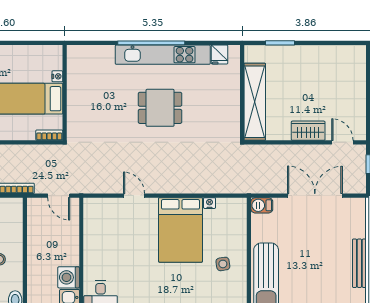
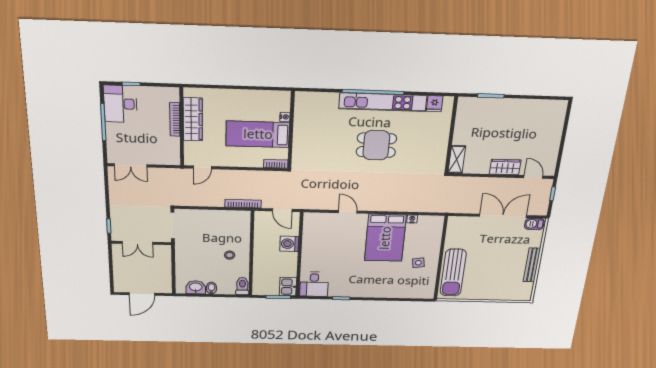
shelving: (255, 102) -> (457, 159), width x0.45, depth x0.75
barbecue: (262, 205) -> (534, 224), moved
washing machine: (69, 277) -> (289, 244), moved

